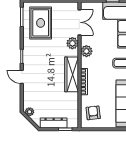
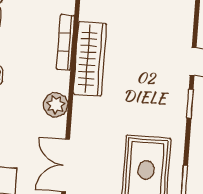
plant: (72, 43) -> (83, 123), removed

